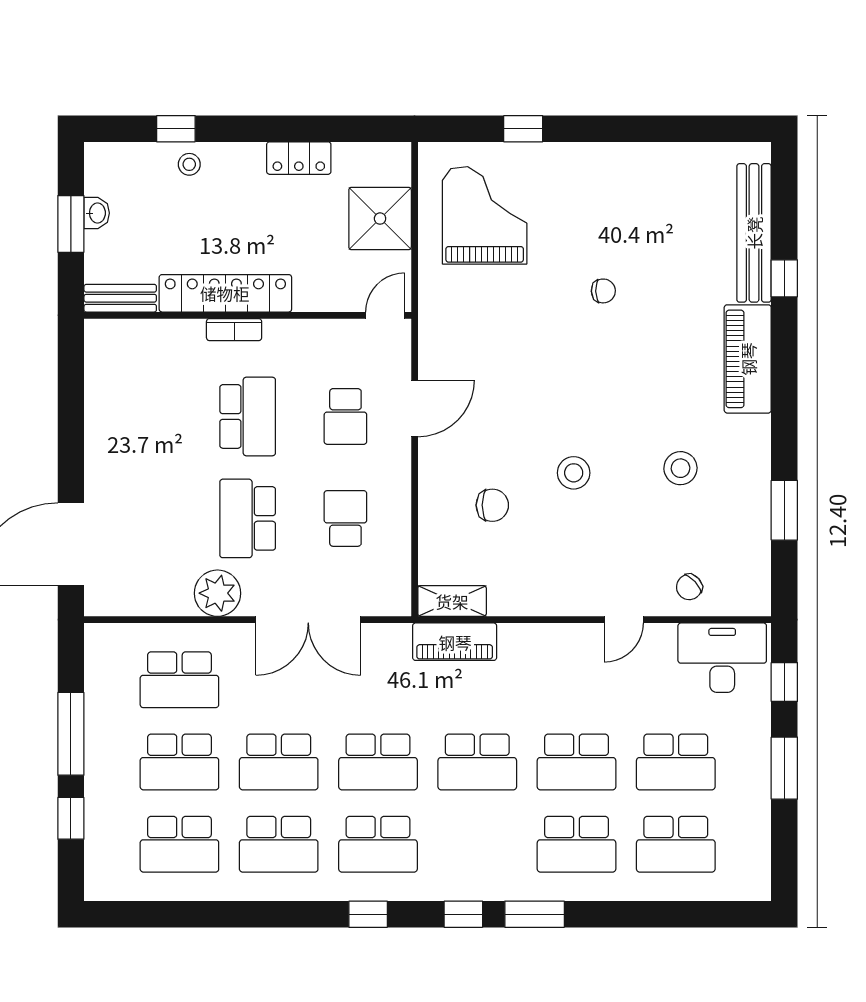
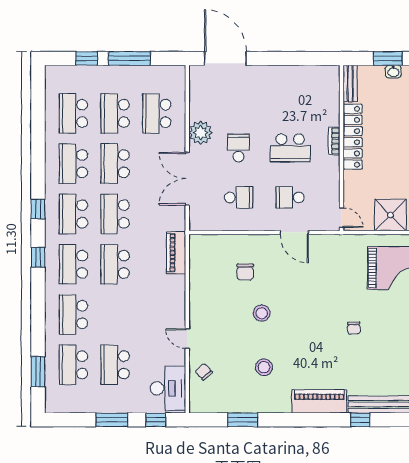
school desk: (248, 518) -> (239, 148), width x0.54
shelving: (452, 601) -> (197, 252), removed
school desk: (577, 762) -> (73, 264), moved
window: (535, 914) -> (38, 372), moved

